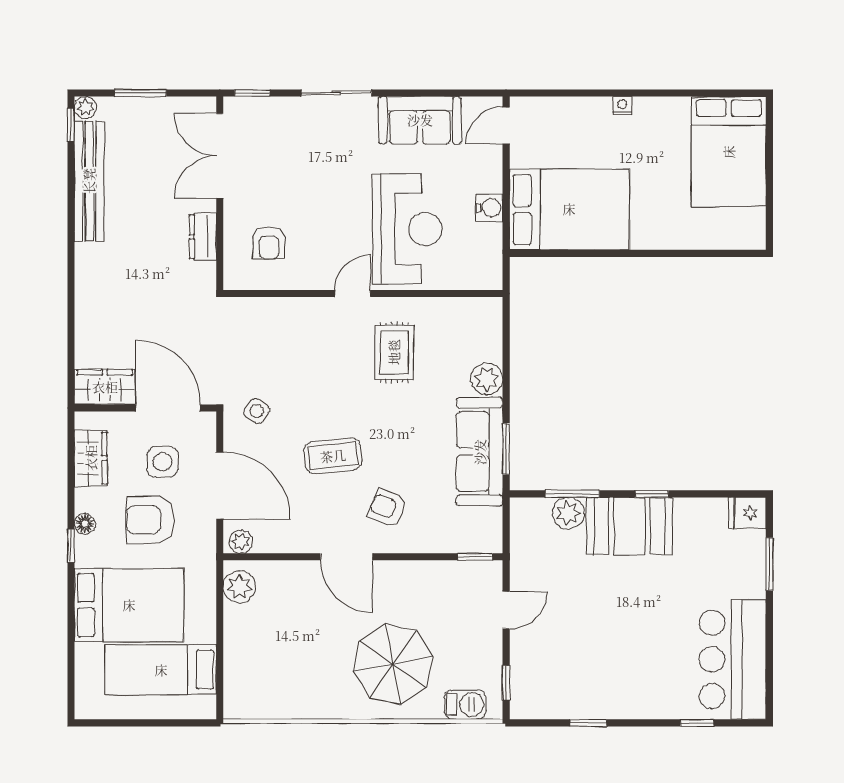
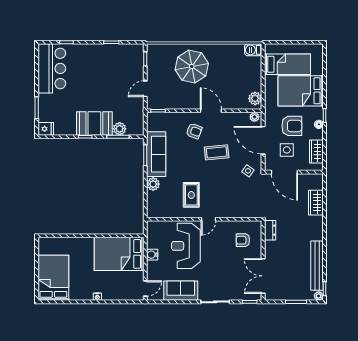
double door: (220, 156) -> (263, 276), swing flipped
dresser: (203, 237) -> (270, 230), moved
armchair: (269, 243) -> (243, 240), turned -90
wardrobe: (105, 387) -> (316, 203), moved, turned 90
barbecue: (465, 705) -> (253, 50), moved

